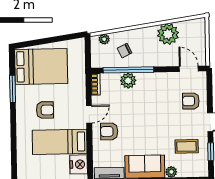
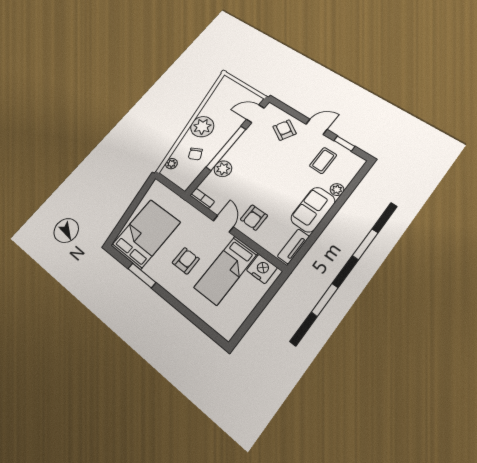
plant: (168, 34) -> (202, 127), moved
window: (128, 70) -> (226, 148), moved
armchair: (191, 101) -> (285, 130), turned 120

